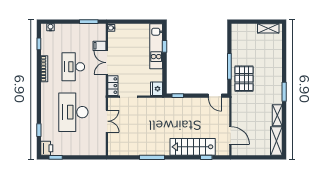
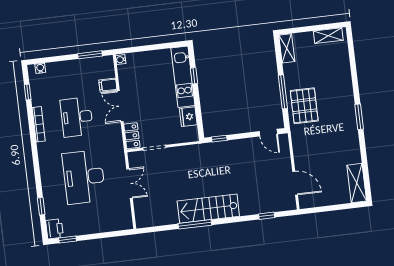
fridge: (157, 89) -> (188, 117), moved
shelving: (277, 115) -> (287, 48), moved
stairs: (193, 147) -> (208, 209), moved

